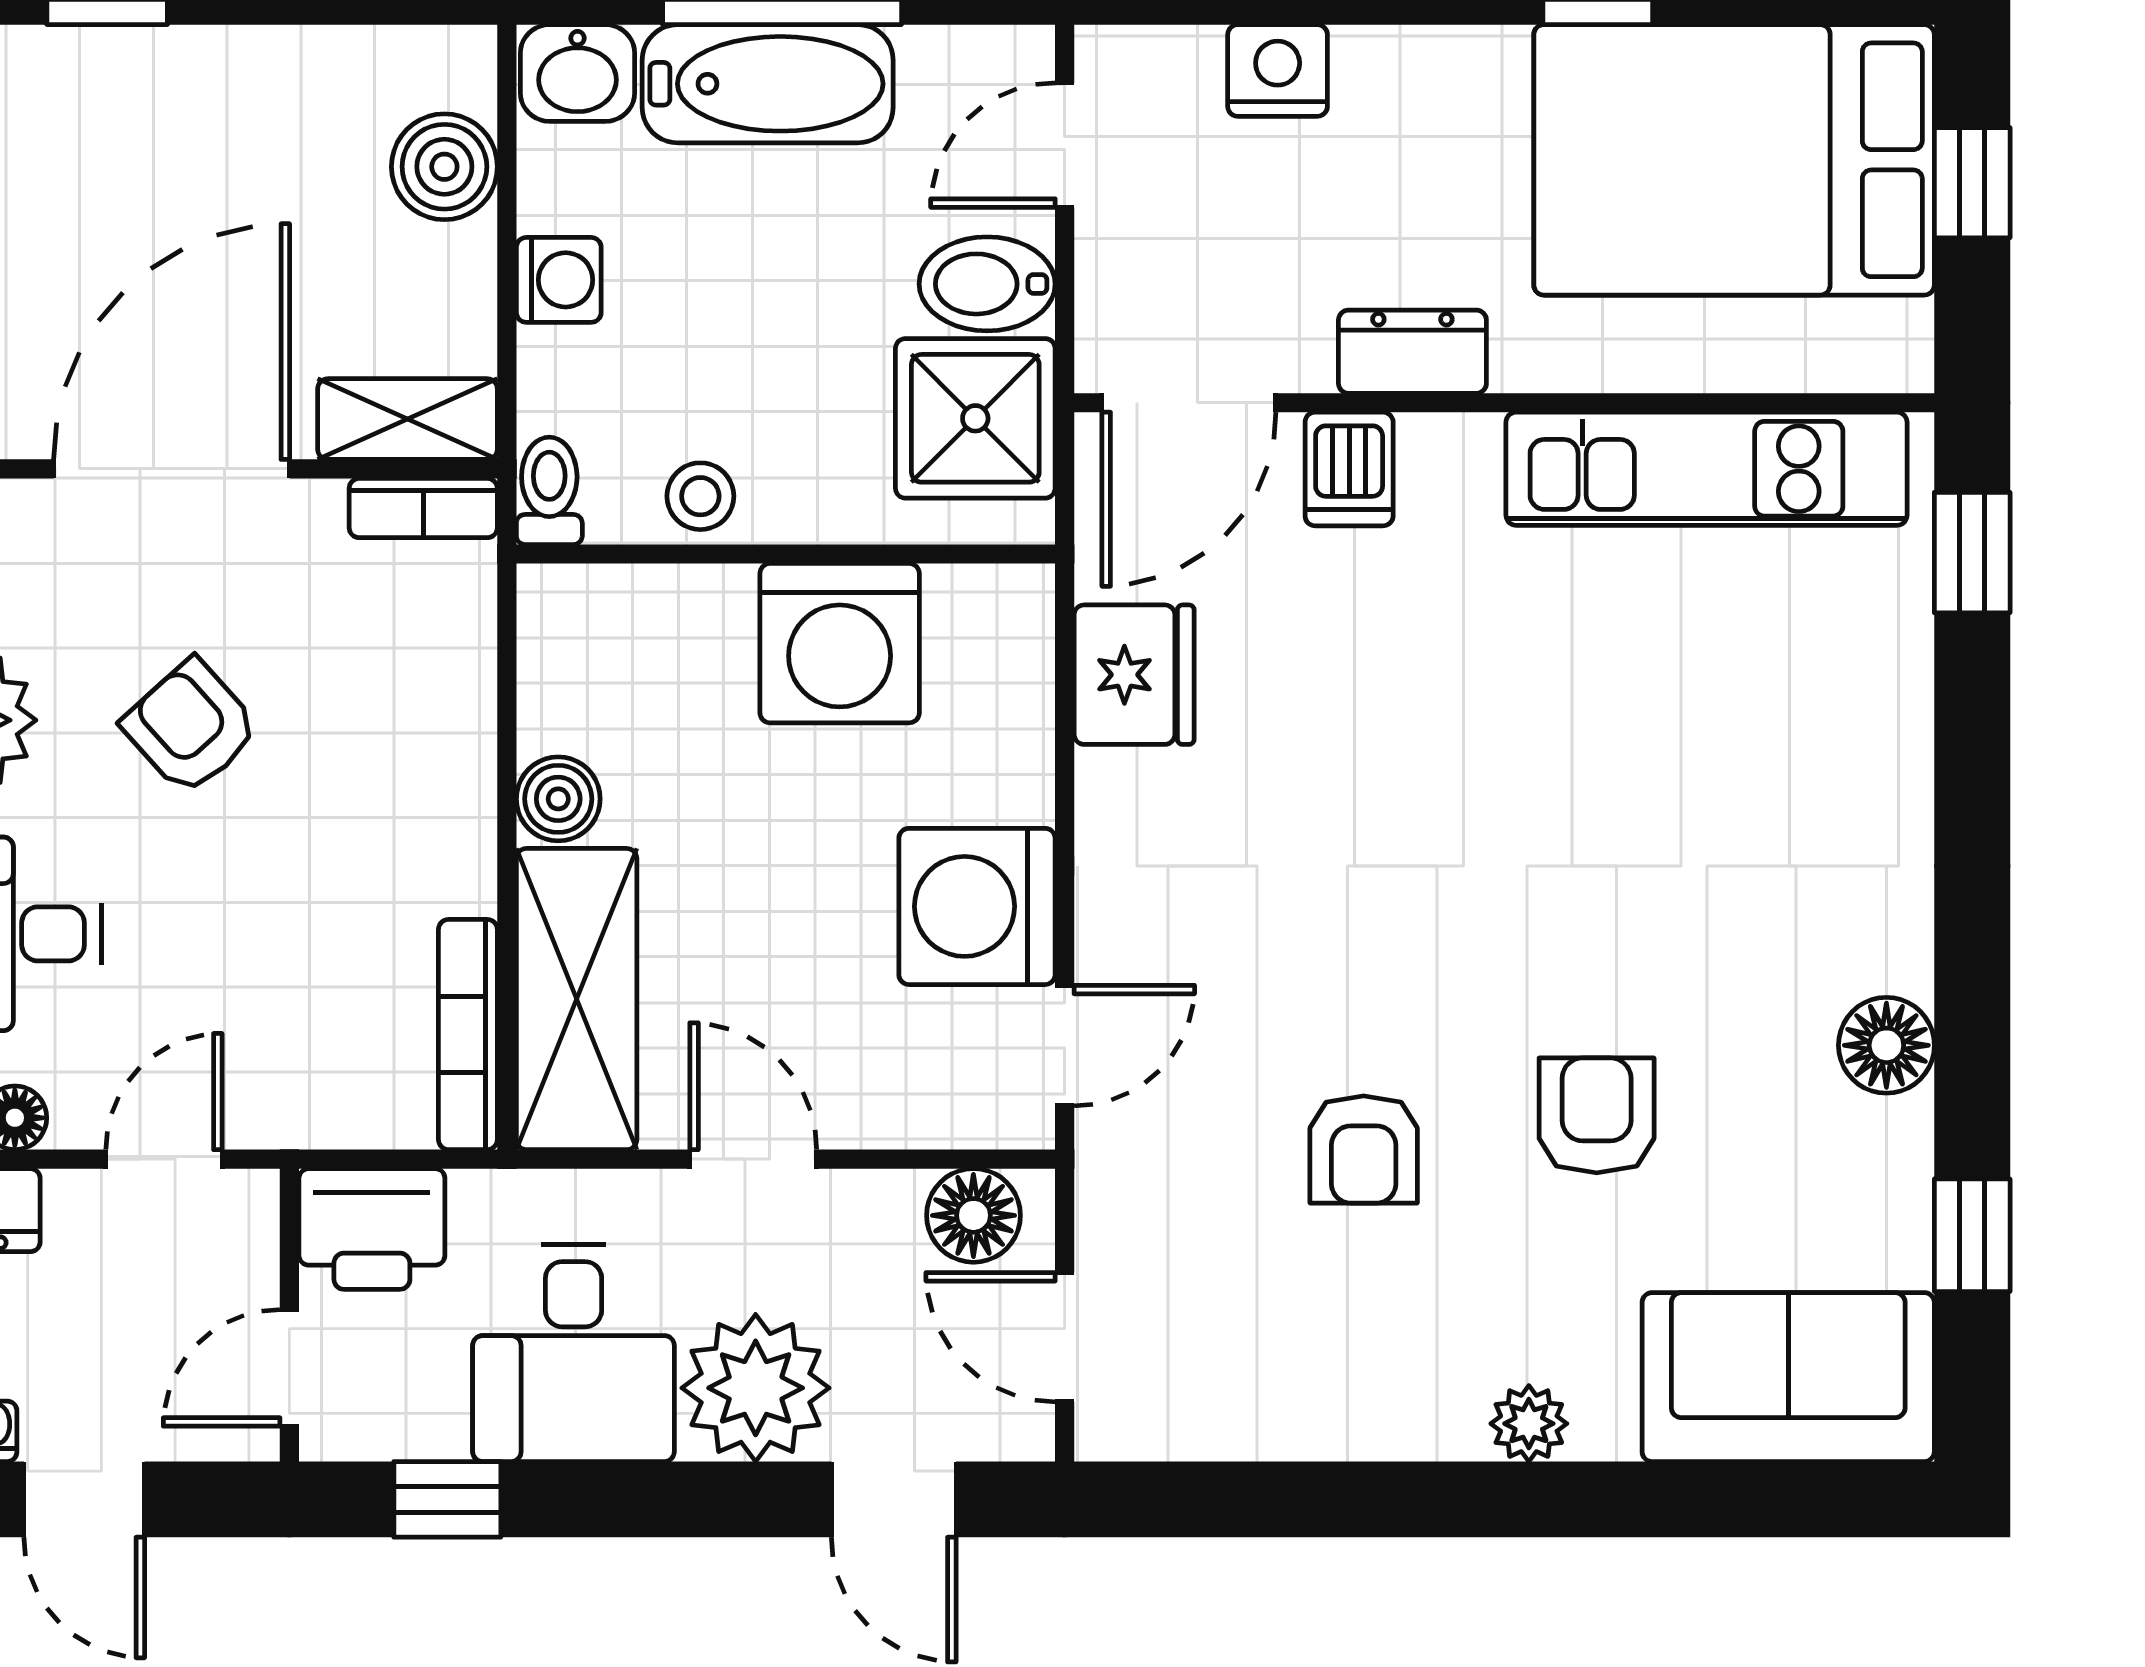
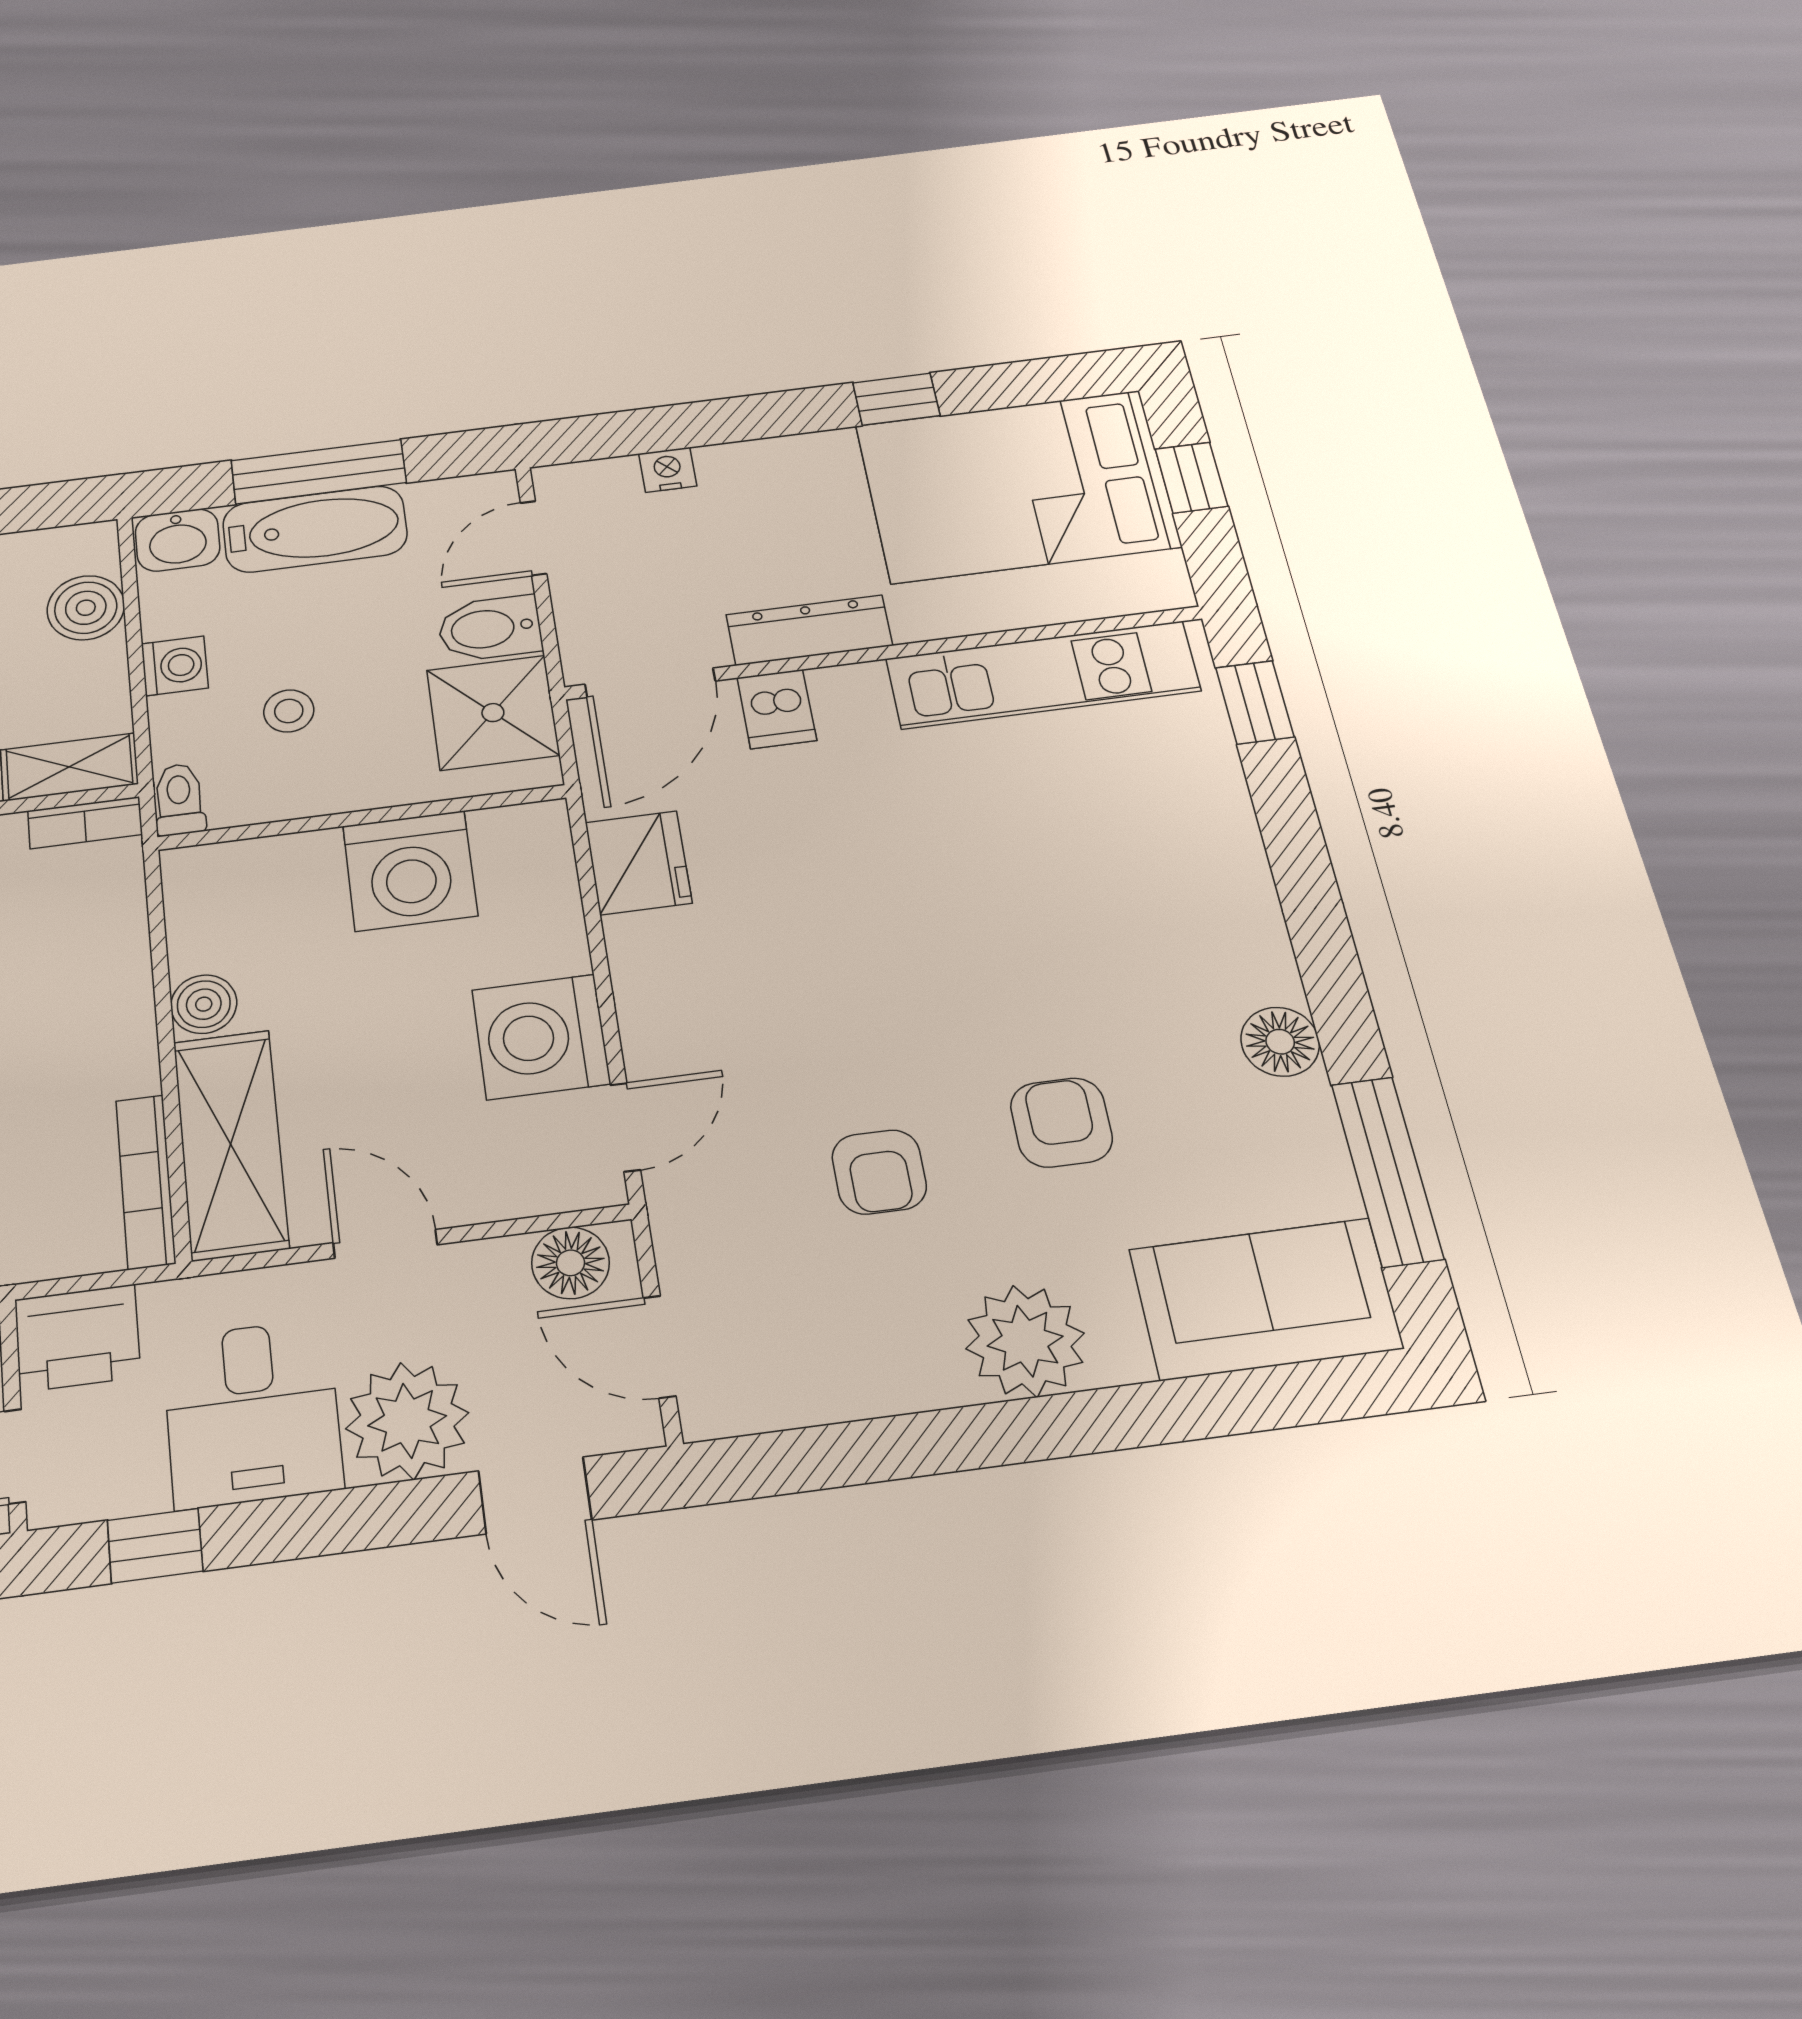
nightstand: (1278, 70) -> (668, 470), width x0.72, depth x0.74
dresser: (1412, 352) -> (809, 630), width x1.44
stool: (700, 496) -> (289, 711), moved
window: (1972, 1235) -> (1387, 1171), width x2.17
plant: (1529, 1424) -> (1025, 1341), width x1.88, depth x1.88

